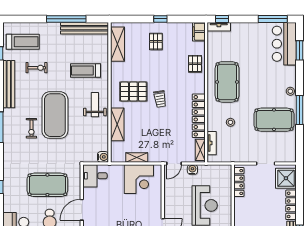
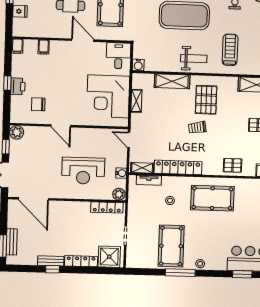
water cooler: (192, 169) -> (121, 173), moved
plant: (226, 171) -> (119, 194), added
corner desk: (139, 179) -> (108, 96), width x1.36, depth x1.36

